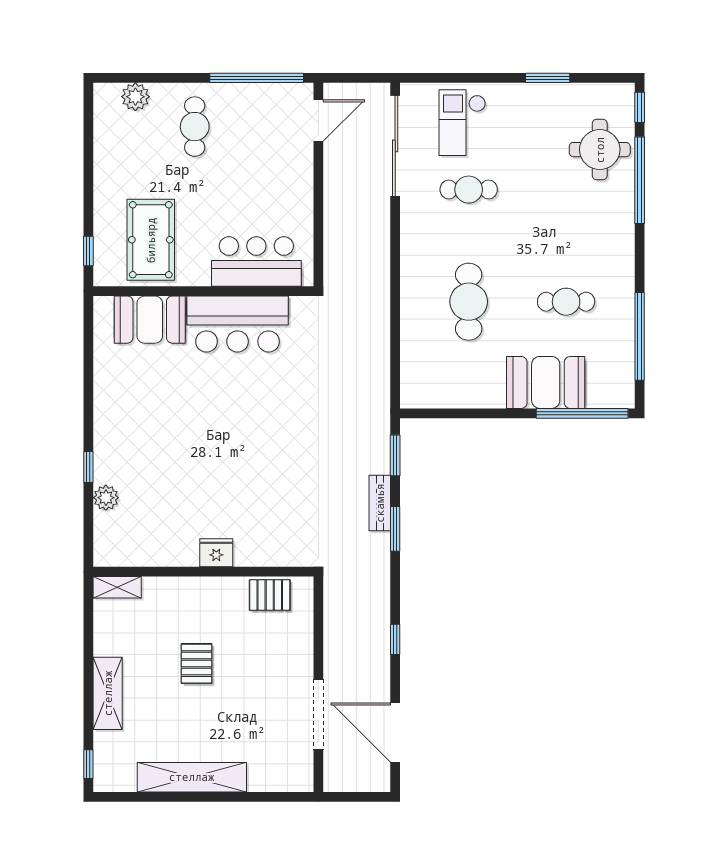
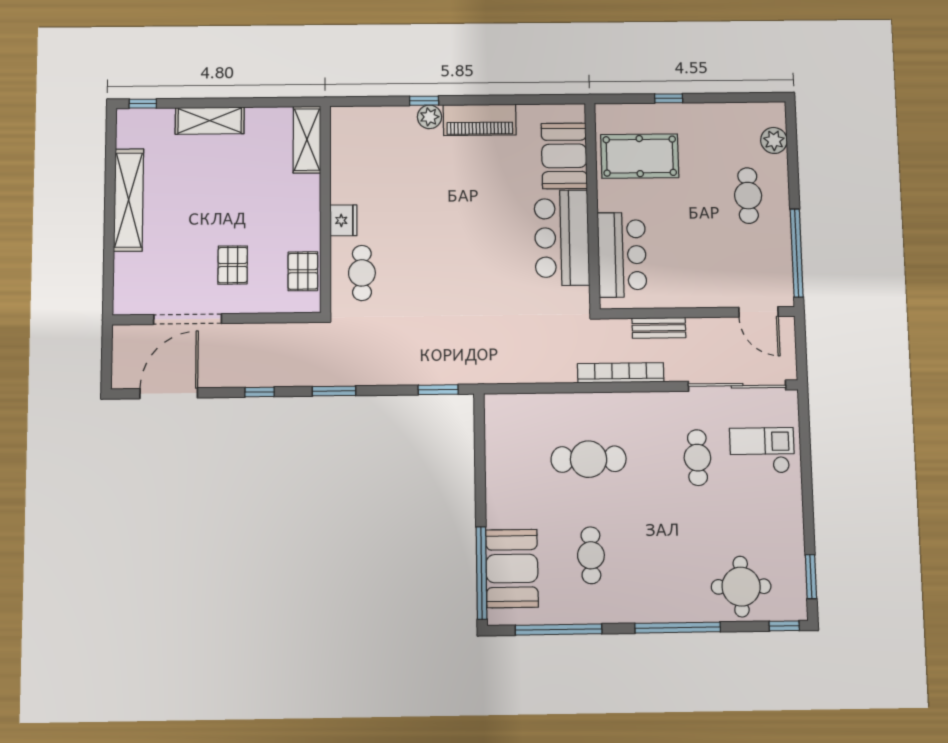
window: (548, 78) -> (811, 577), moved
cafe table: (195, 127) -> (748, 196), turned 90
window: (640, 180) -> (678, 628), moved
window: (88, 251) -> (669, 98), moved
bookcase: (380, 266) -> (621, 373), added
booth: (546, 382) -> (512, 568), moved
piano: (110, 408) -> (480, 120), added
plant: (106, 498) -> (429, 117), moved
bench: (380, 503) -> (659, 328), moved
window: (395, 529) -> (334, 391), moved
cafe table: (272, 534) -> (362, 273), added
shelving: (117, 587) -> (307, 140), width x1.50, depth x1.33
pallet: (197, 664) -> (233, 265), moved, turned 90

